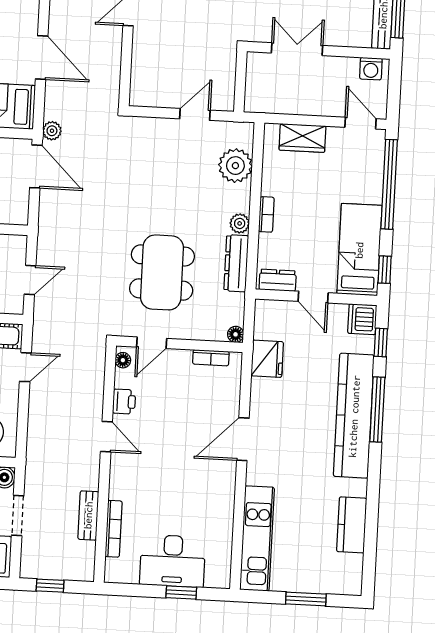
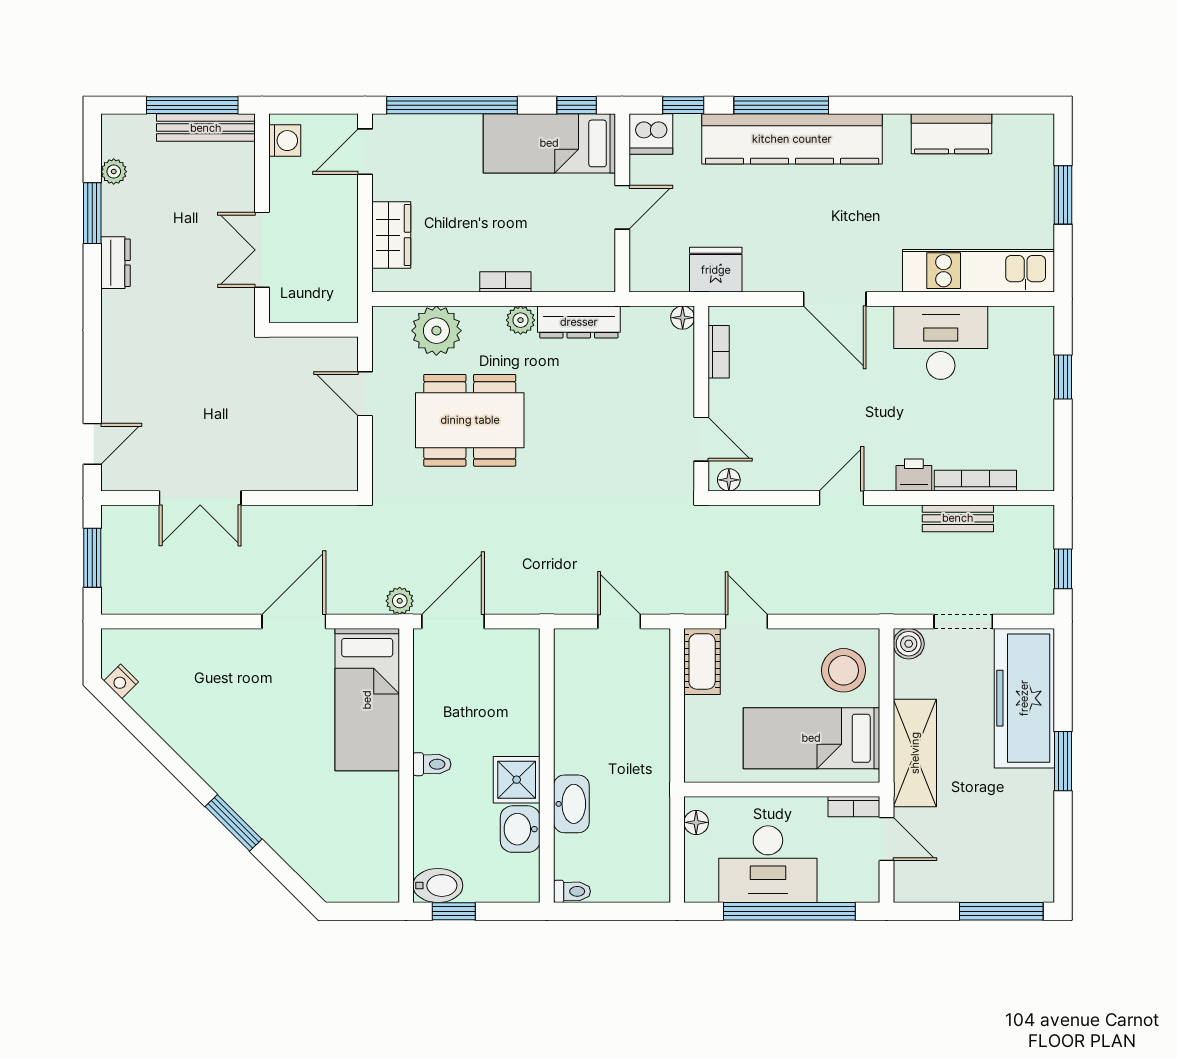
dining table: (162, 272) -> (470, 420), moved
dresser: (278, 280) -> (600, 260), removed
printer: (124, 402) -> (914, 475), moved
desk: (173, 561) -> (941, 343), moved, turned -90

